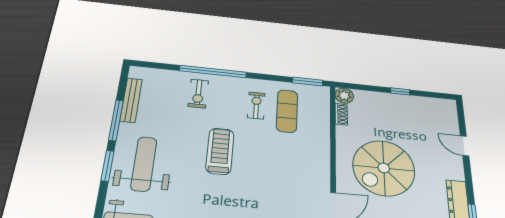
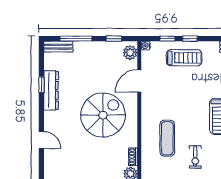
exercise mat: (287, 111) -> (167, 138), moved

